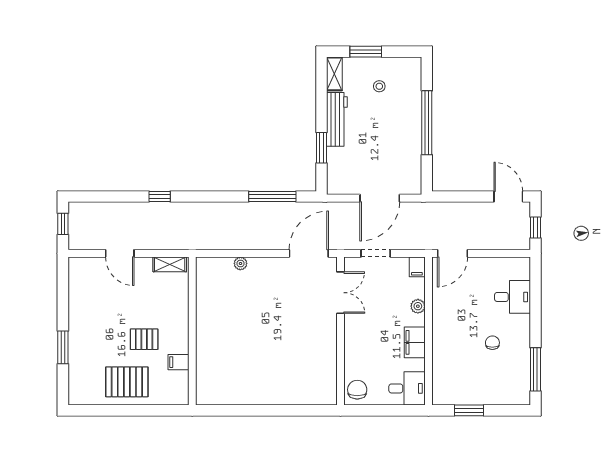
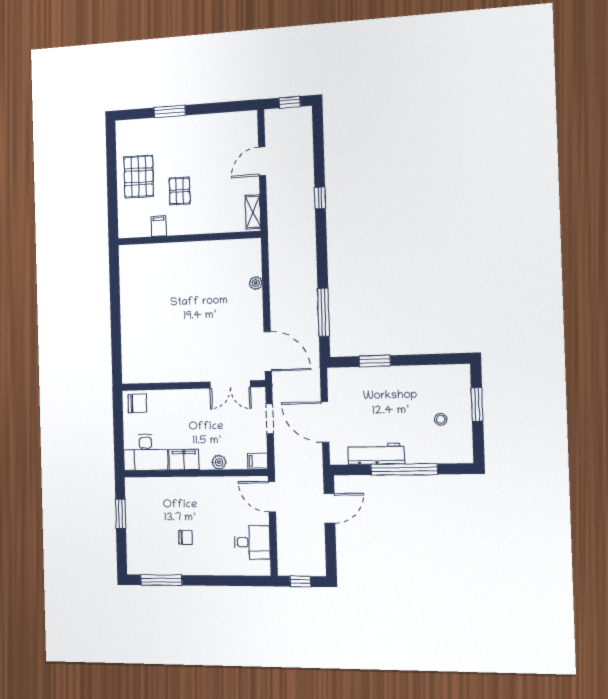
shelving: (334, 74) -> (452, 372), removed
workbench: (337, 119) -> (376, 454), moved, turned 180
door: (508, 196) -> (329, 508), moved
desk: (512, 297) -> (252, 542), moved, turned -90
desk: (407, 388) -> (146, 452), width x1.37

